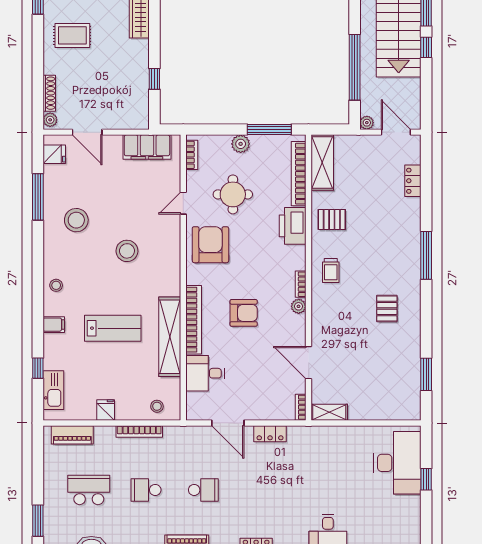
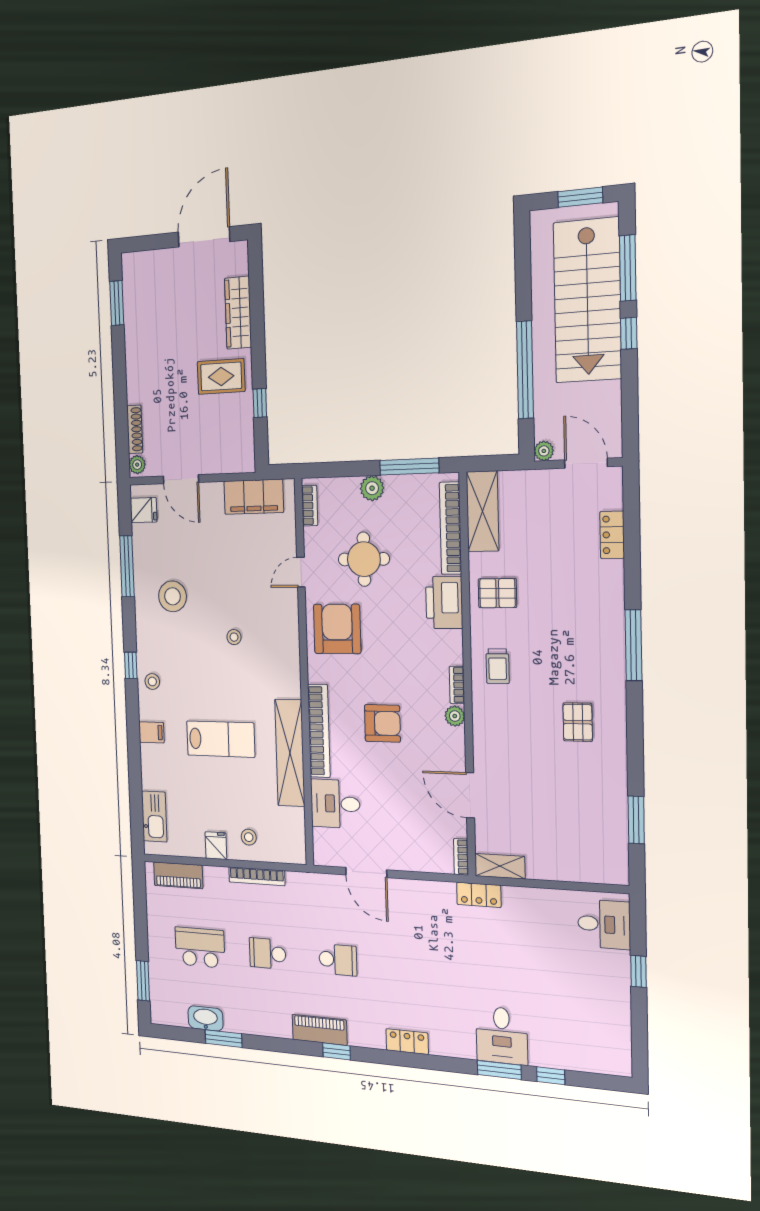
rug: (72, 35) -> (221, 376), moved
stool: (127, 251) -> (234, 637), width x0.53, depth x0.53
window: (38, 368) -> (131, 665), moved
stool: (157, 406) -> (249, 837), moved
locker: (270, 434) -> (479, 895), moved
desk: (397, 463) -> (604, 924), width x0.53, depth x0.77

